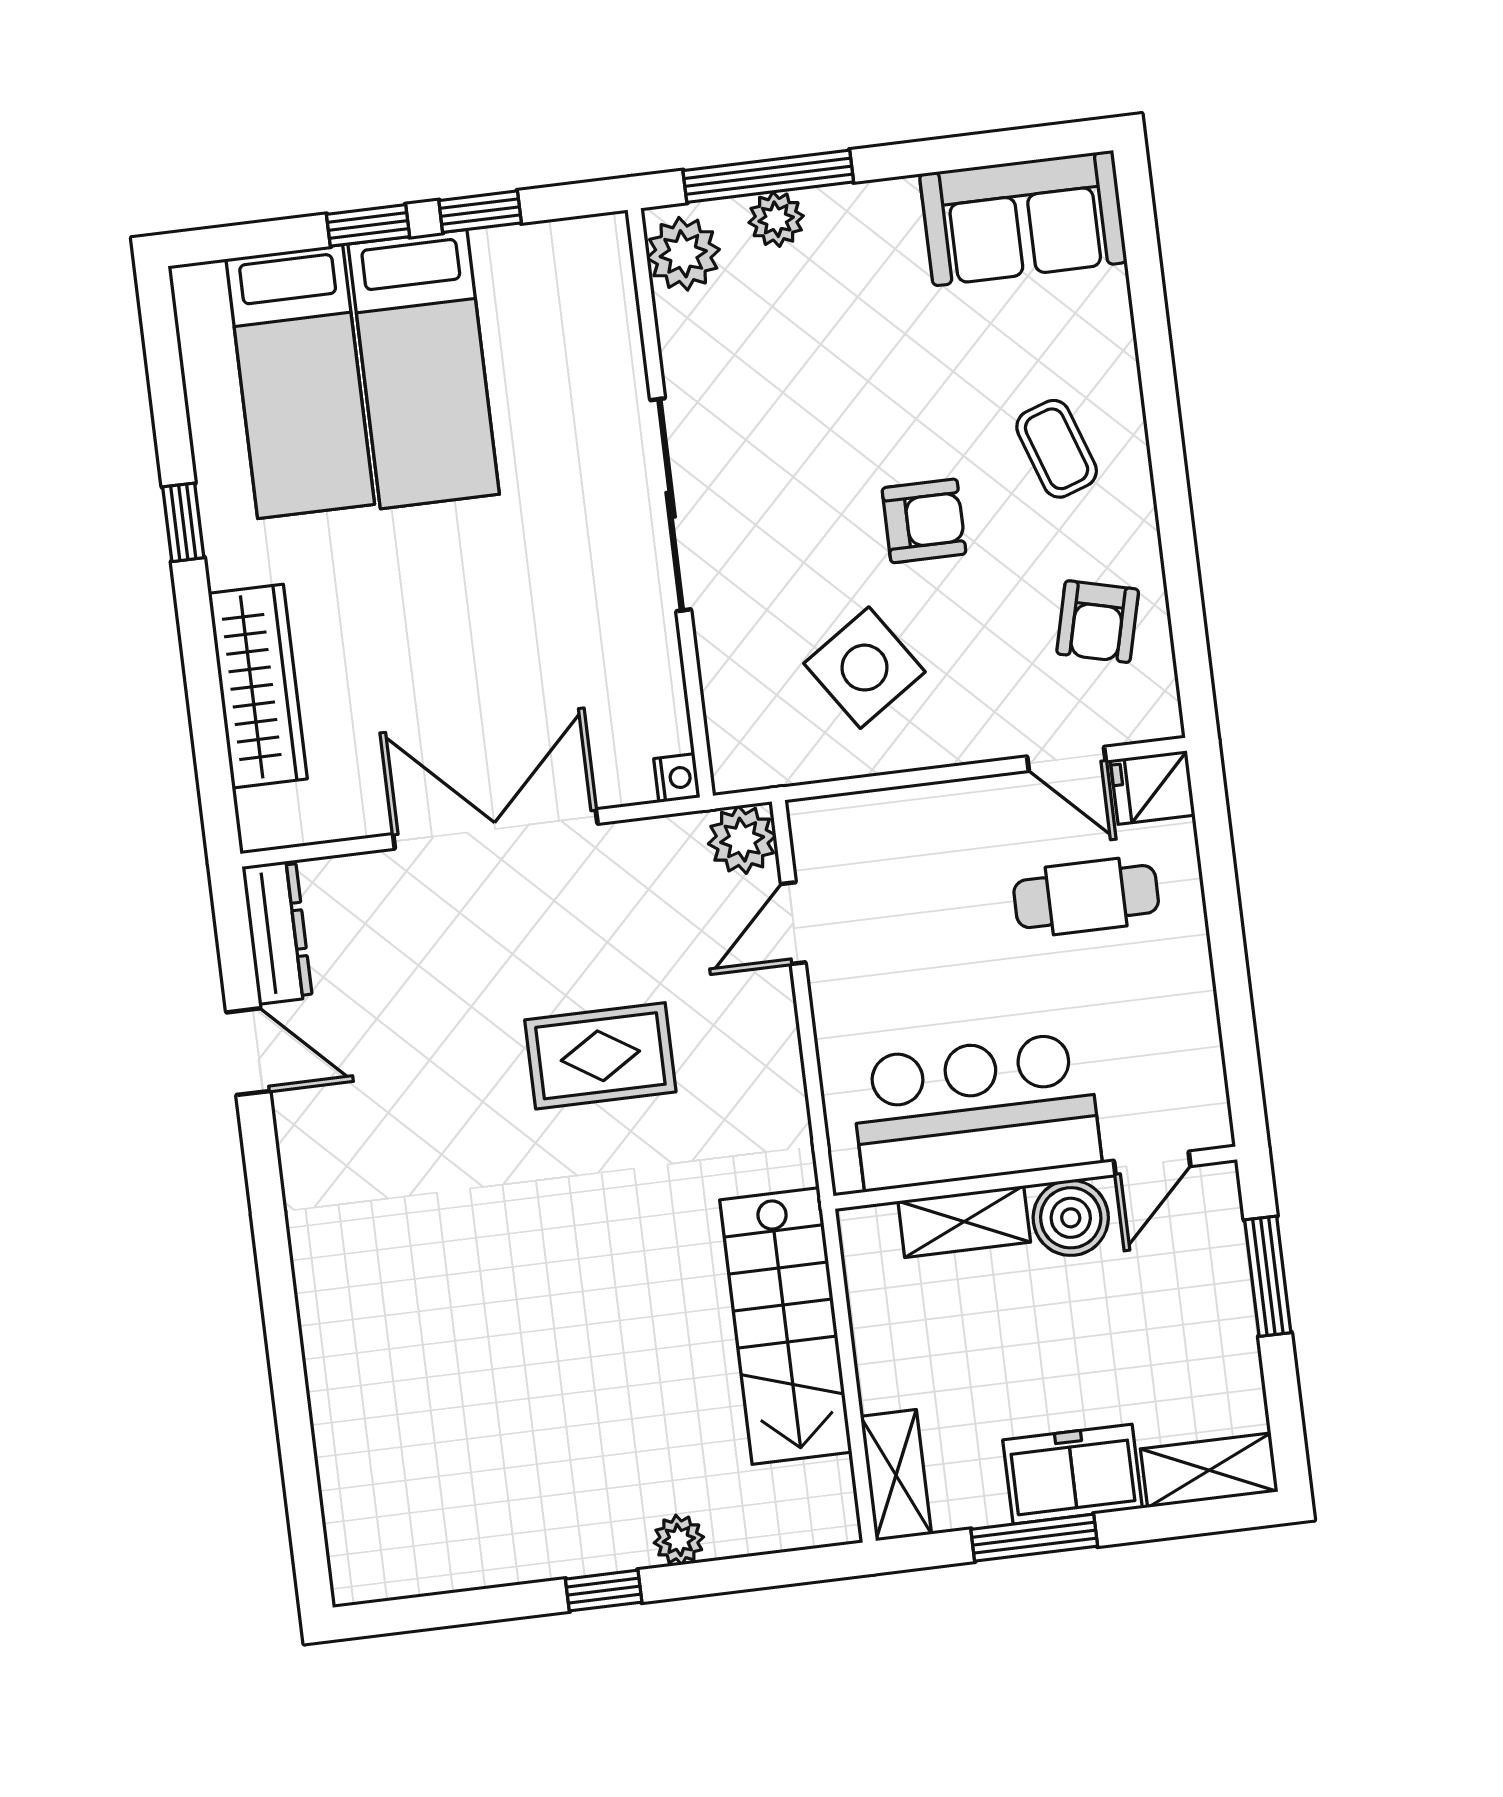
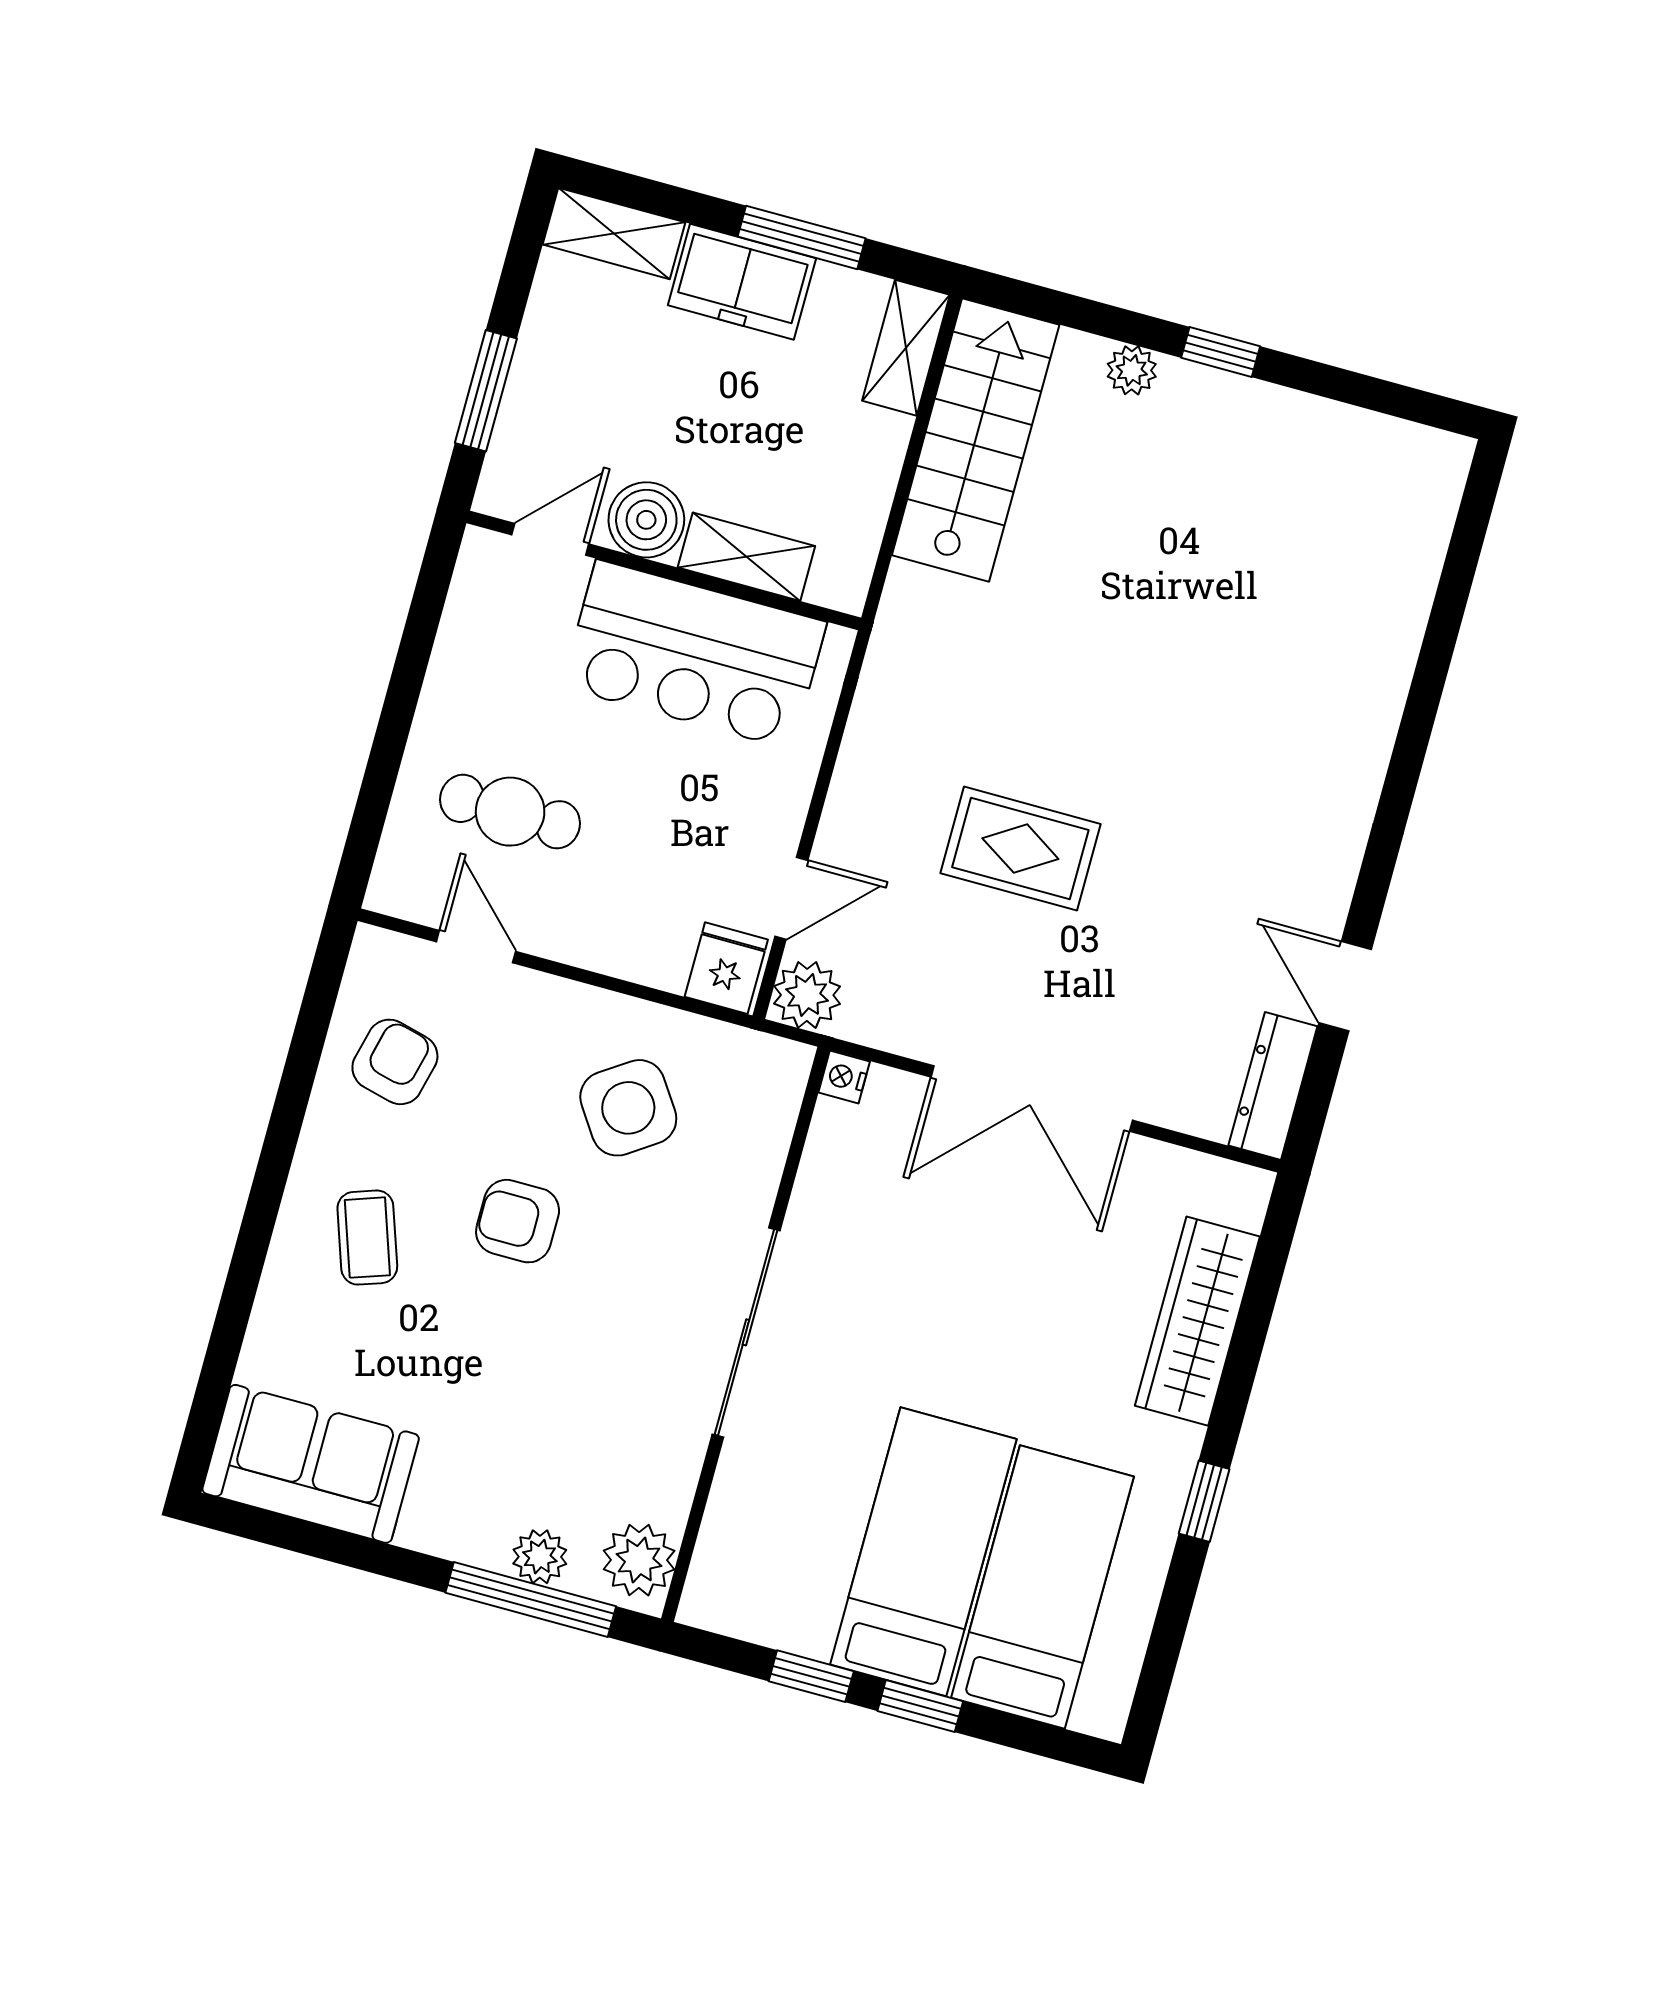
fridge: (1153, 788) -> (726, 968), moved, turned -90
stairs: (786, 1326) -> (976, 440), moved

